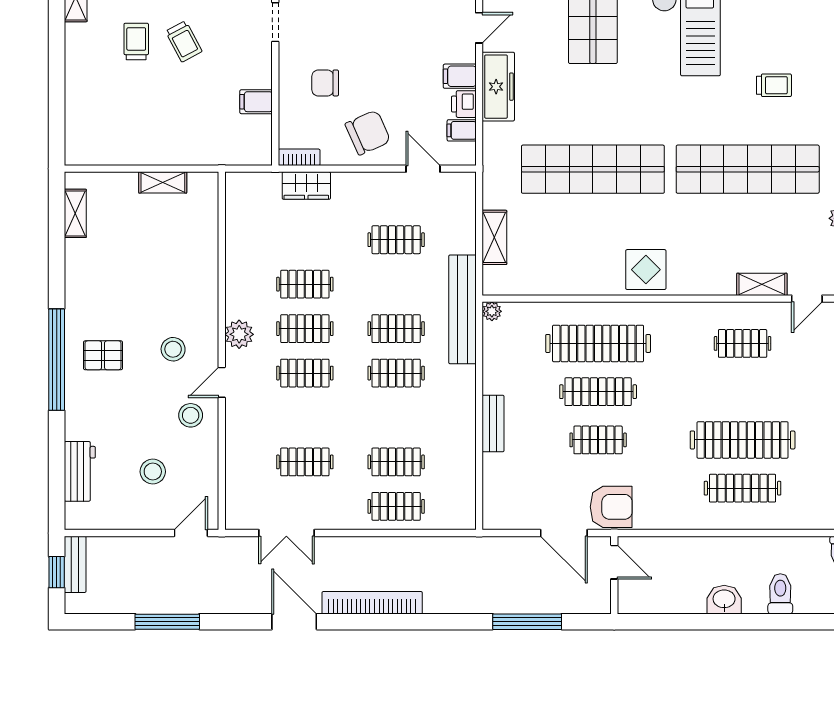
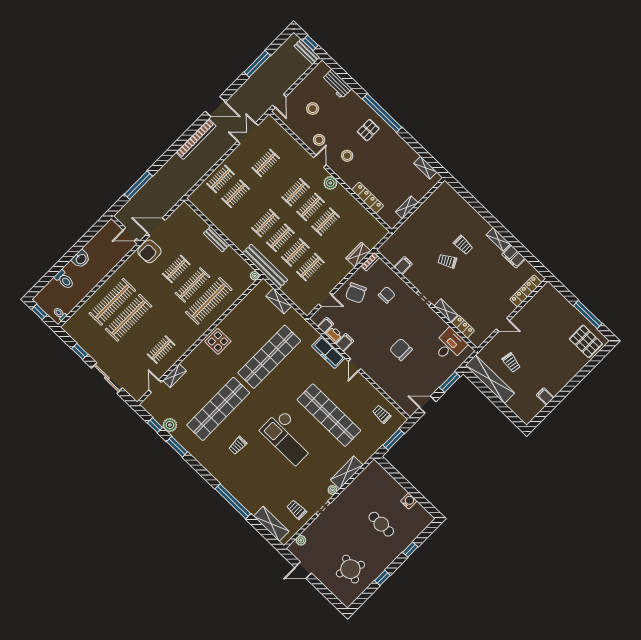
locker: (207, 256) -> (367, 198), added
clothes rail: (396, 284) -> (295, 252), added
clothes rail: (743, 488) -> (112, 302), width x1.37, depth x1.31

